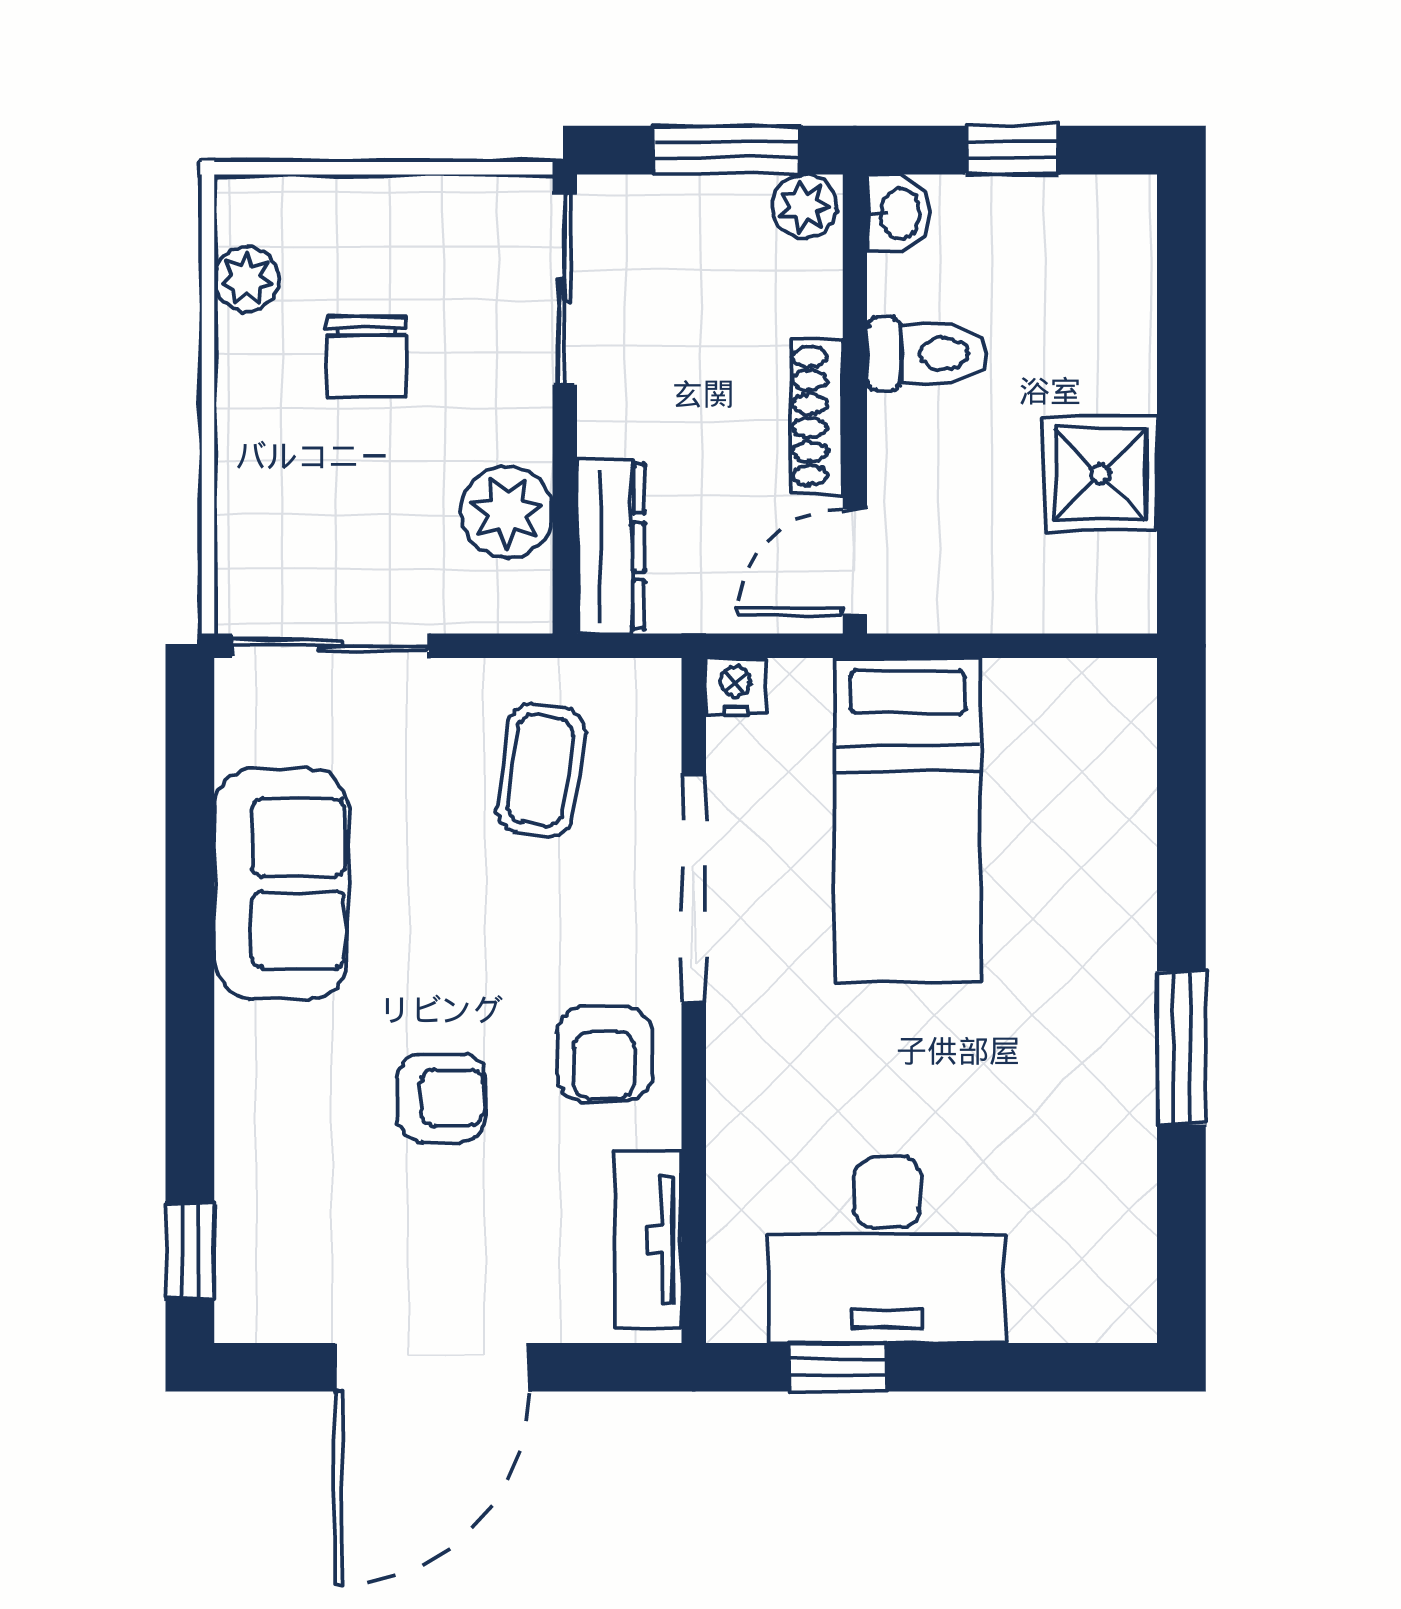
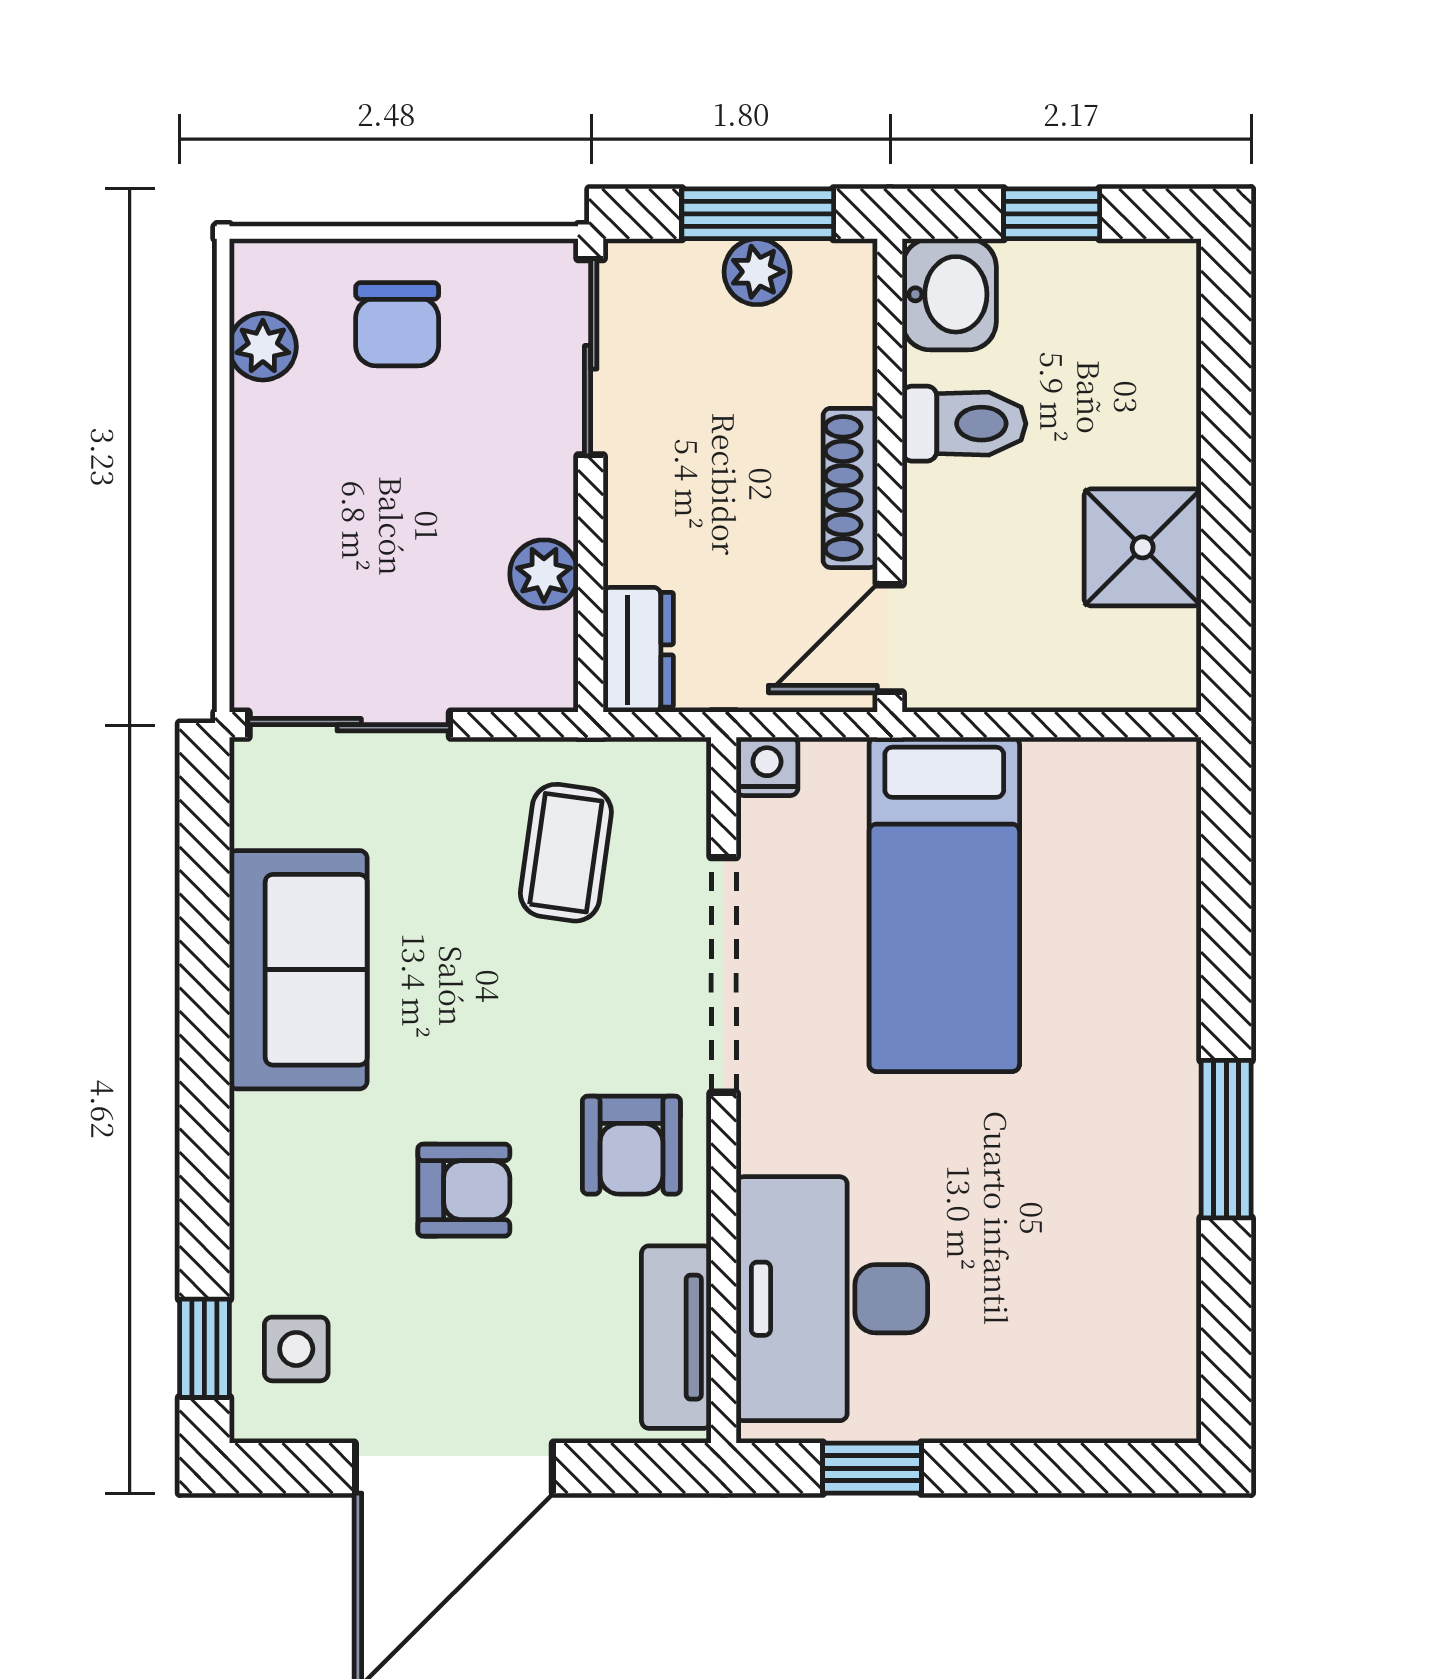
plant: (804, 206) -> (757, 272), moved
washbasin: (899, 213) -> (949, 294), width x1.38, depth x1.45
chair: (367, 356) -> (397, 324), moved
plant: (507, 512) -> (544, 574), width x0.73, depth x0.73
dresser: (611, 547) -> (638, 650), width x0.70
desk: (887, 1250) -> (832, 1299), moved, turned 90
side table: (279, 1252) -> (296, 1349), added

